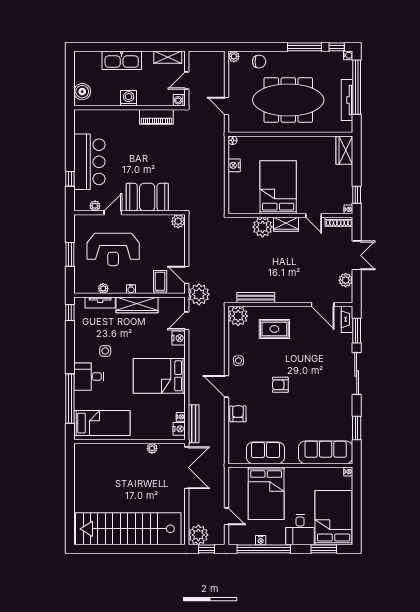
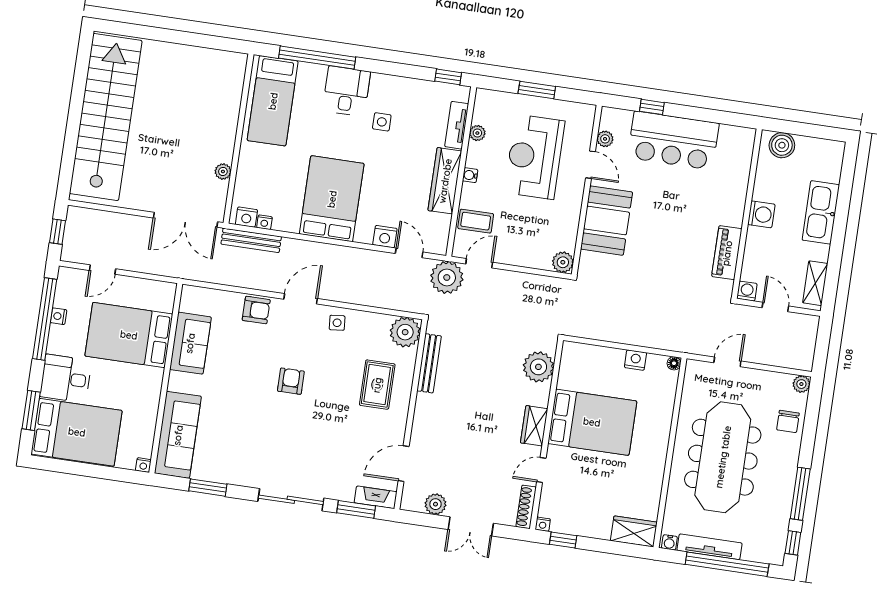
water cooler: (348, 55) -> (669, 542), moved
plant: (263, 227) -> (538, 367), moved
plant: (198, 535) -> (81, 222), removed

